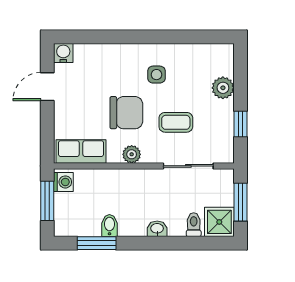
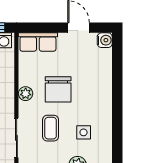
side table: (156, 75) -> (84, 132), moved
row of seats: (81, 151) -> (38, 42), moved, turned 90

